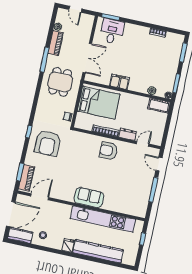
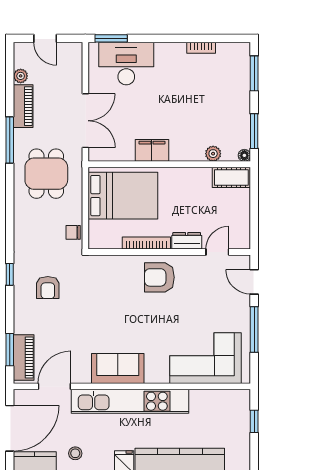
desk: (112, 31) -> (126, 63), width x1.37
armchair: (48, 143) -> (48, 288), width x0.53, depth x0.53
sofa: (89, 198) -> (118, 368), moved
corner sofa: (124, 199) -> (206, 358), added
kitchen unit: (103, 219) -> (130, 401), moved

